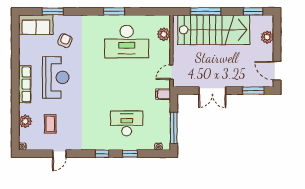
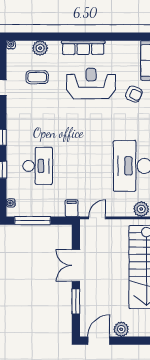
plant: (267, 37) -> (121, 329), moved
door: (171, 72) -> (97, 218), hinge flipped
reception desk: (56, 77) -> (91, 84), turned 180
window: (253, 91) -> (76, 301), moved

